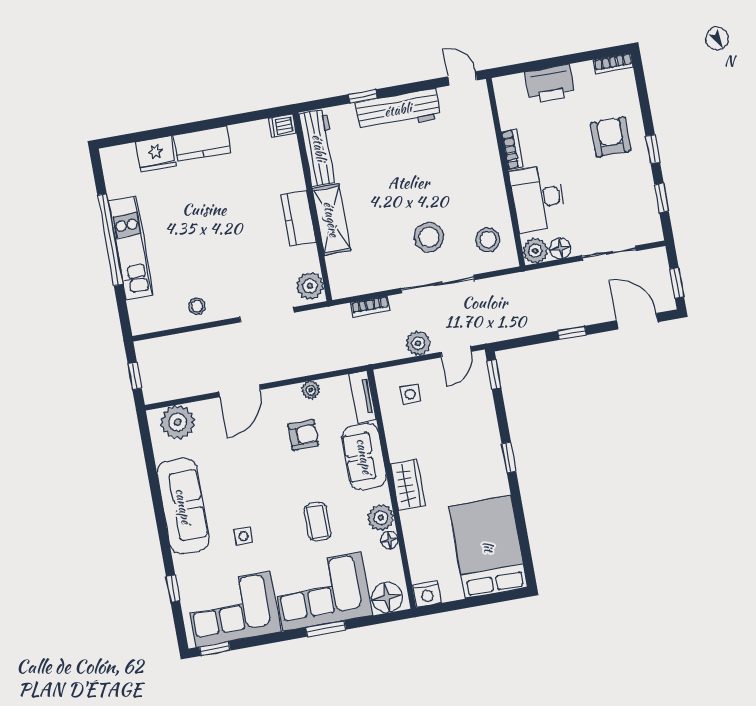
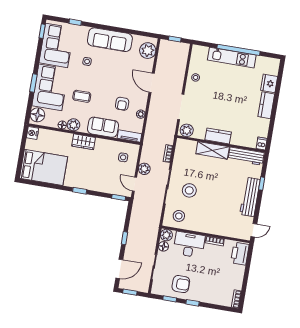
printer: (550, 84) -> (240, 254), moved
armchair: (611, 137) -> (181, 284), moved

